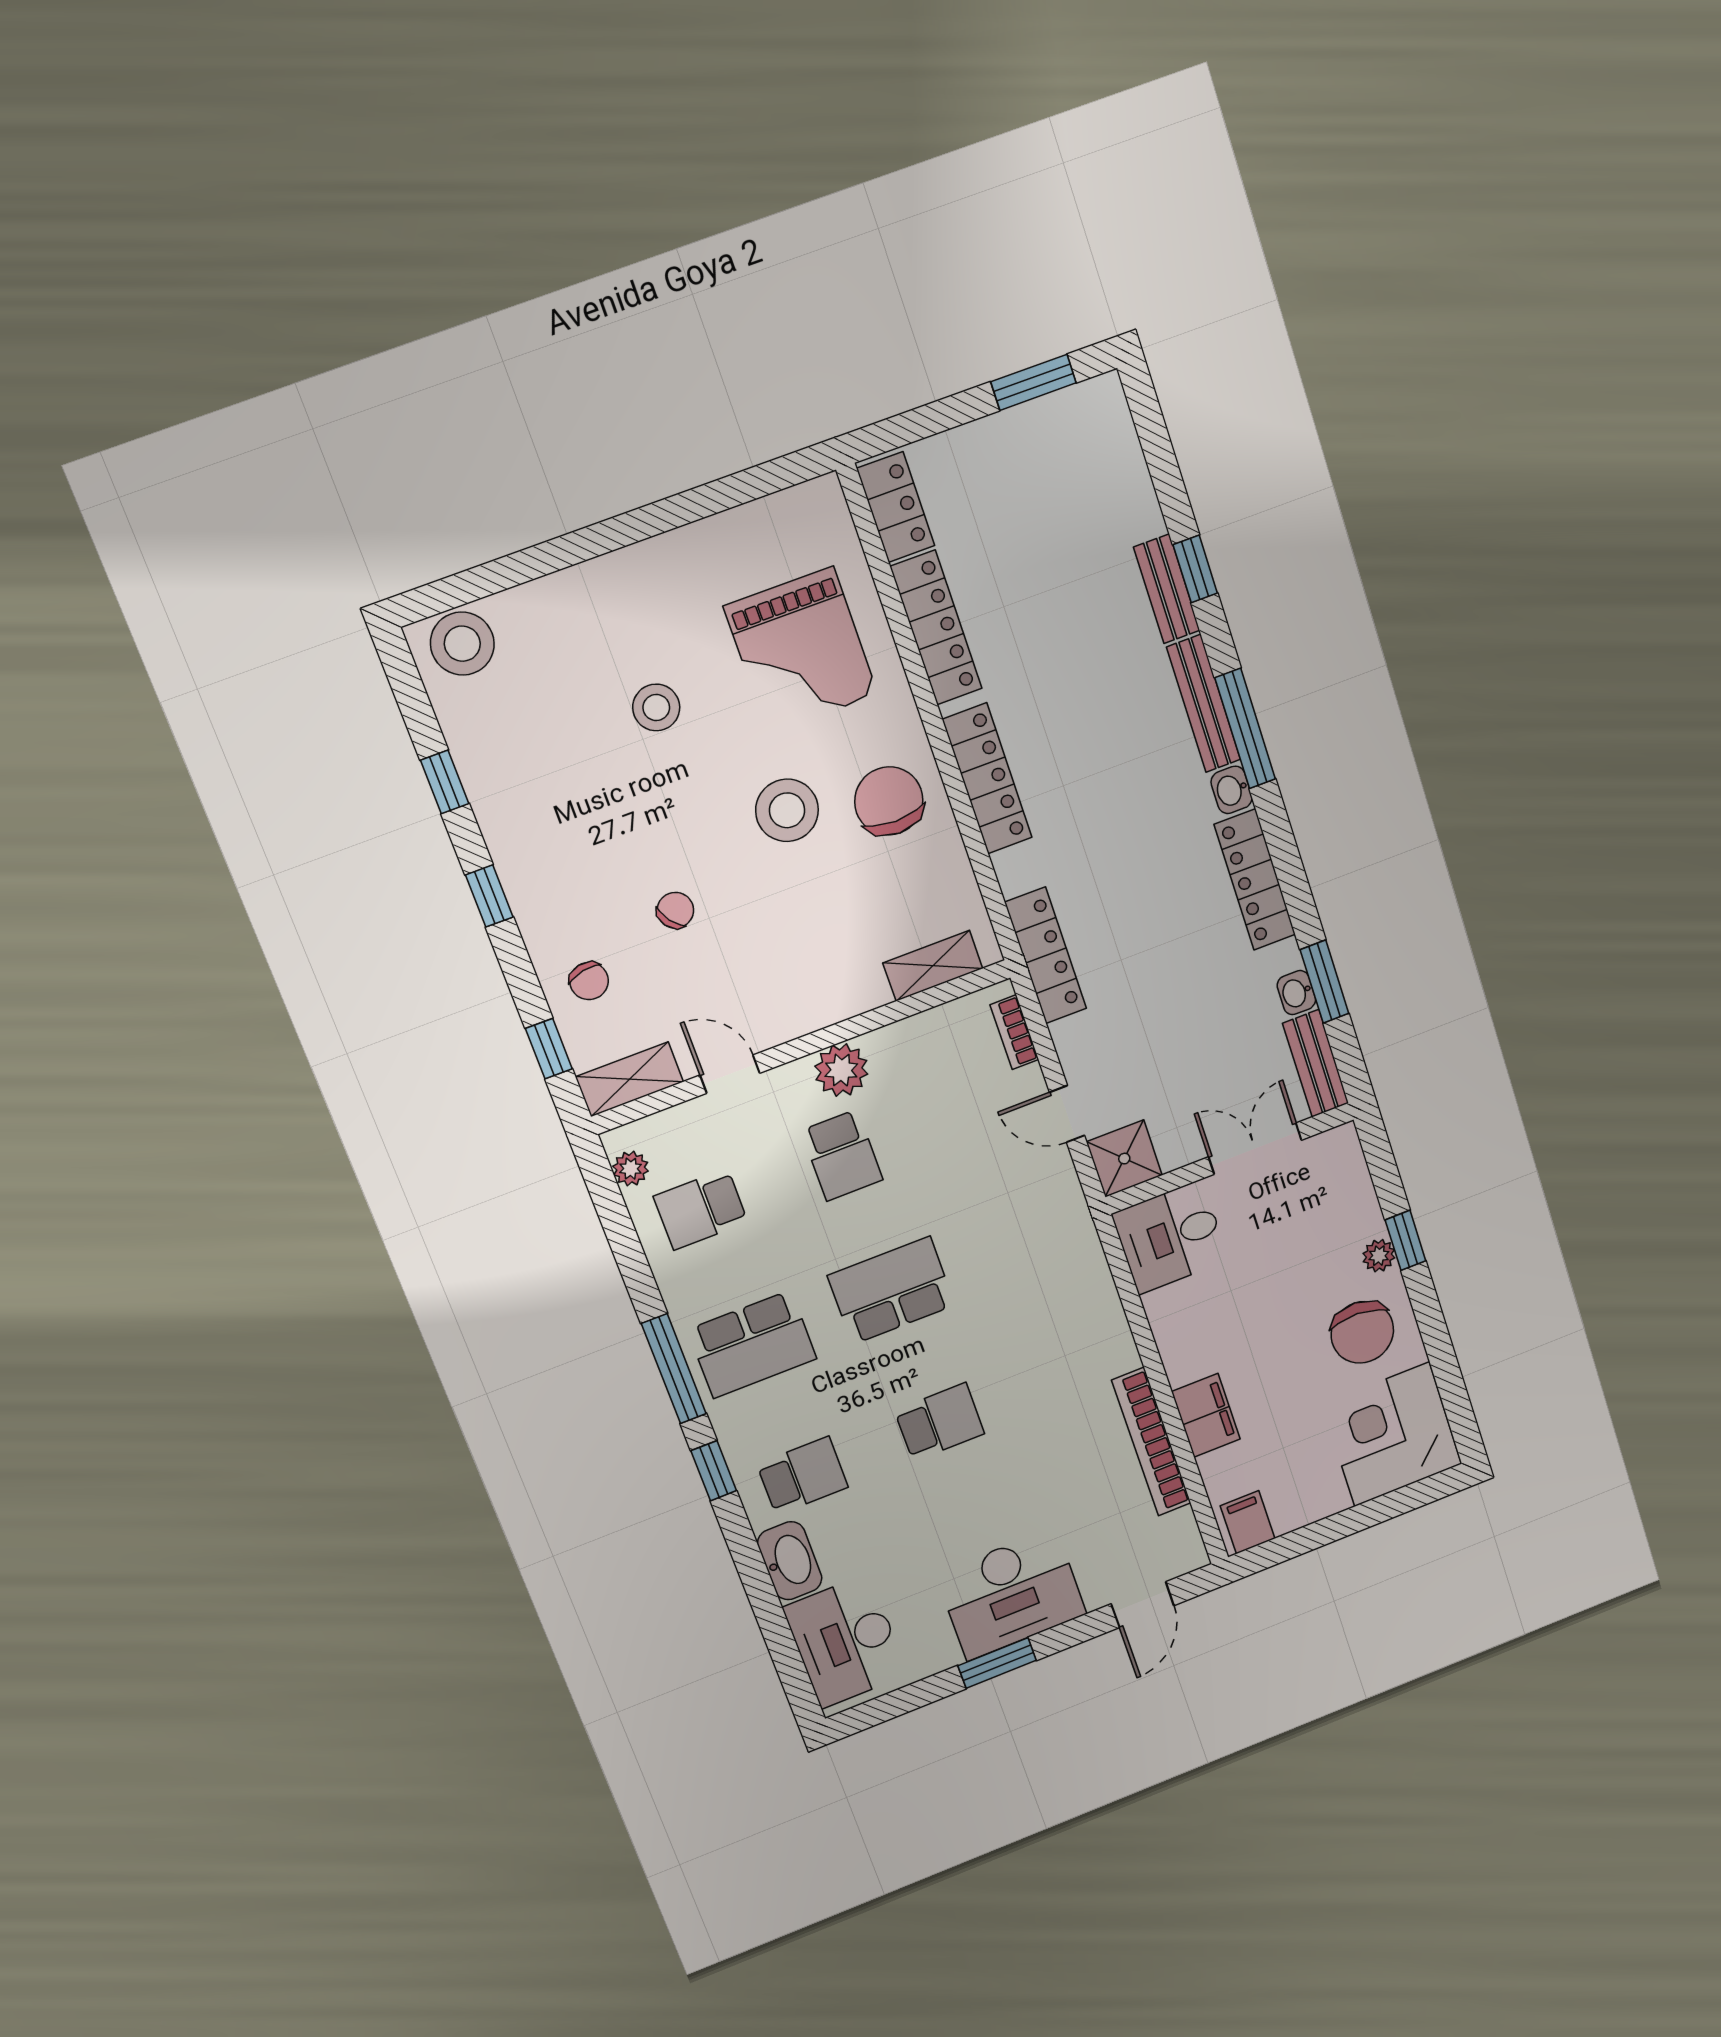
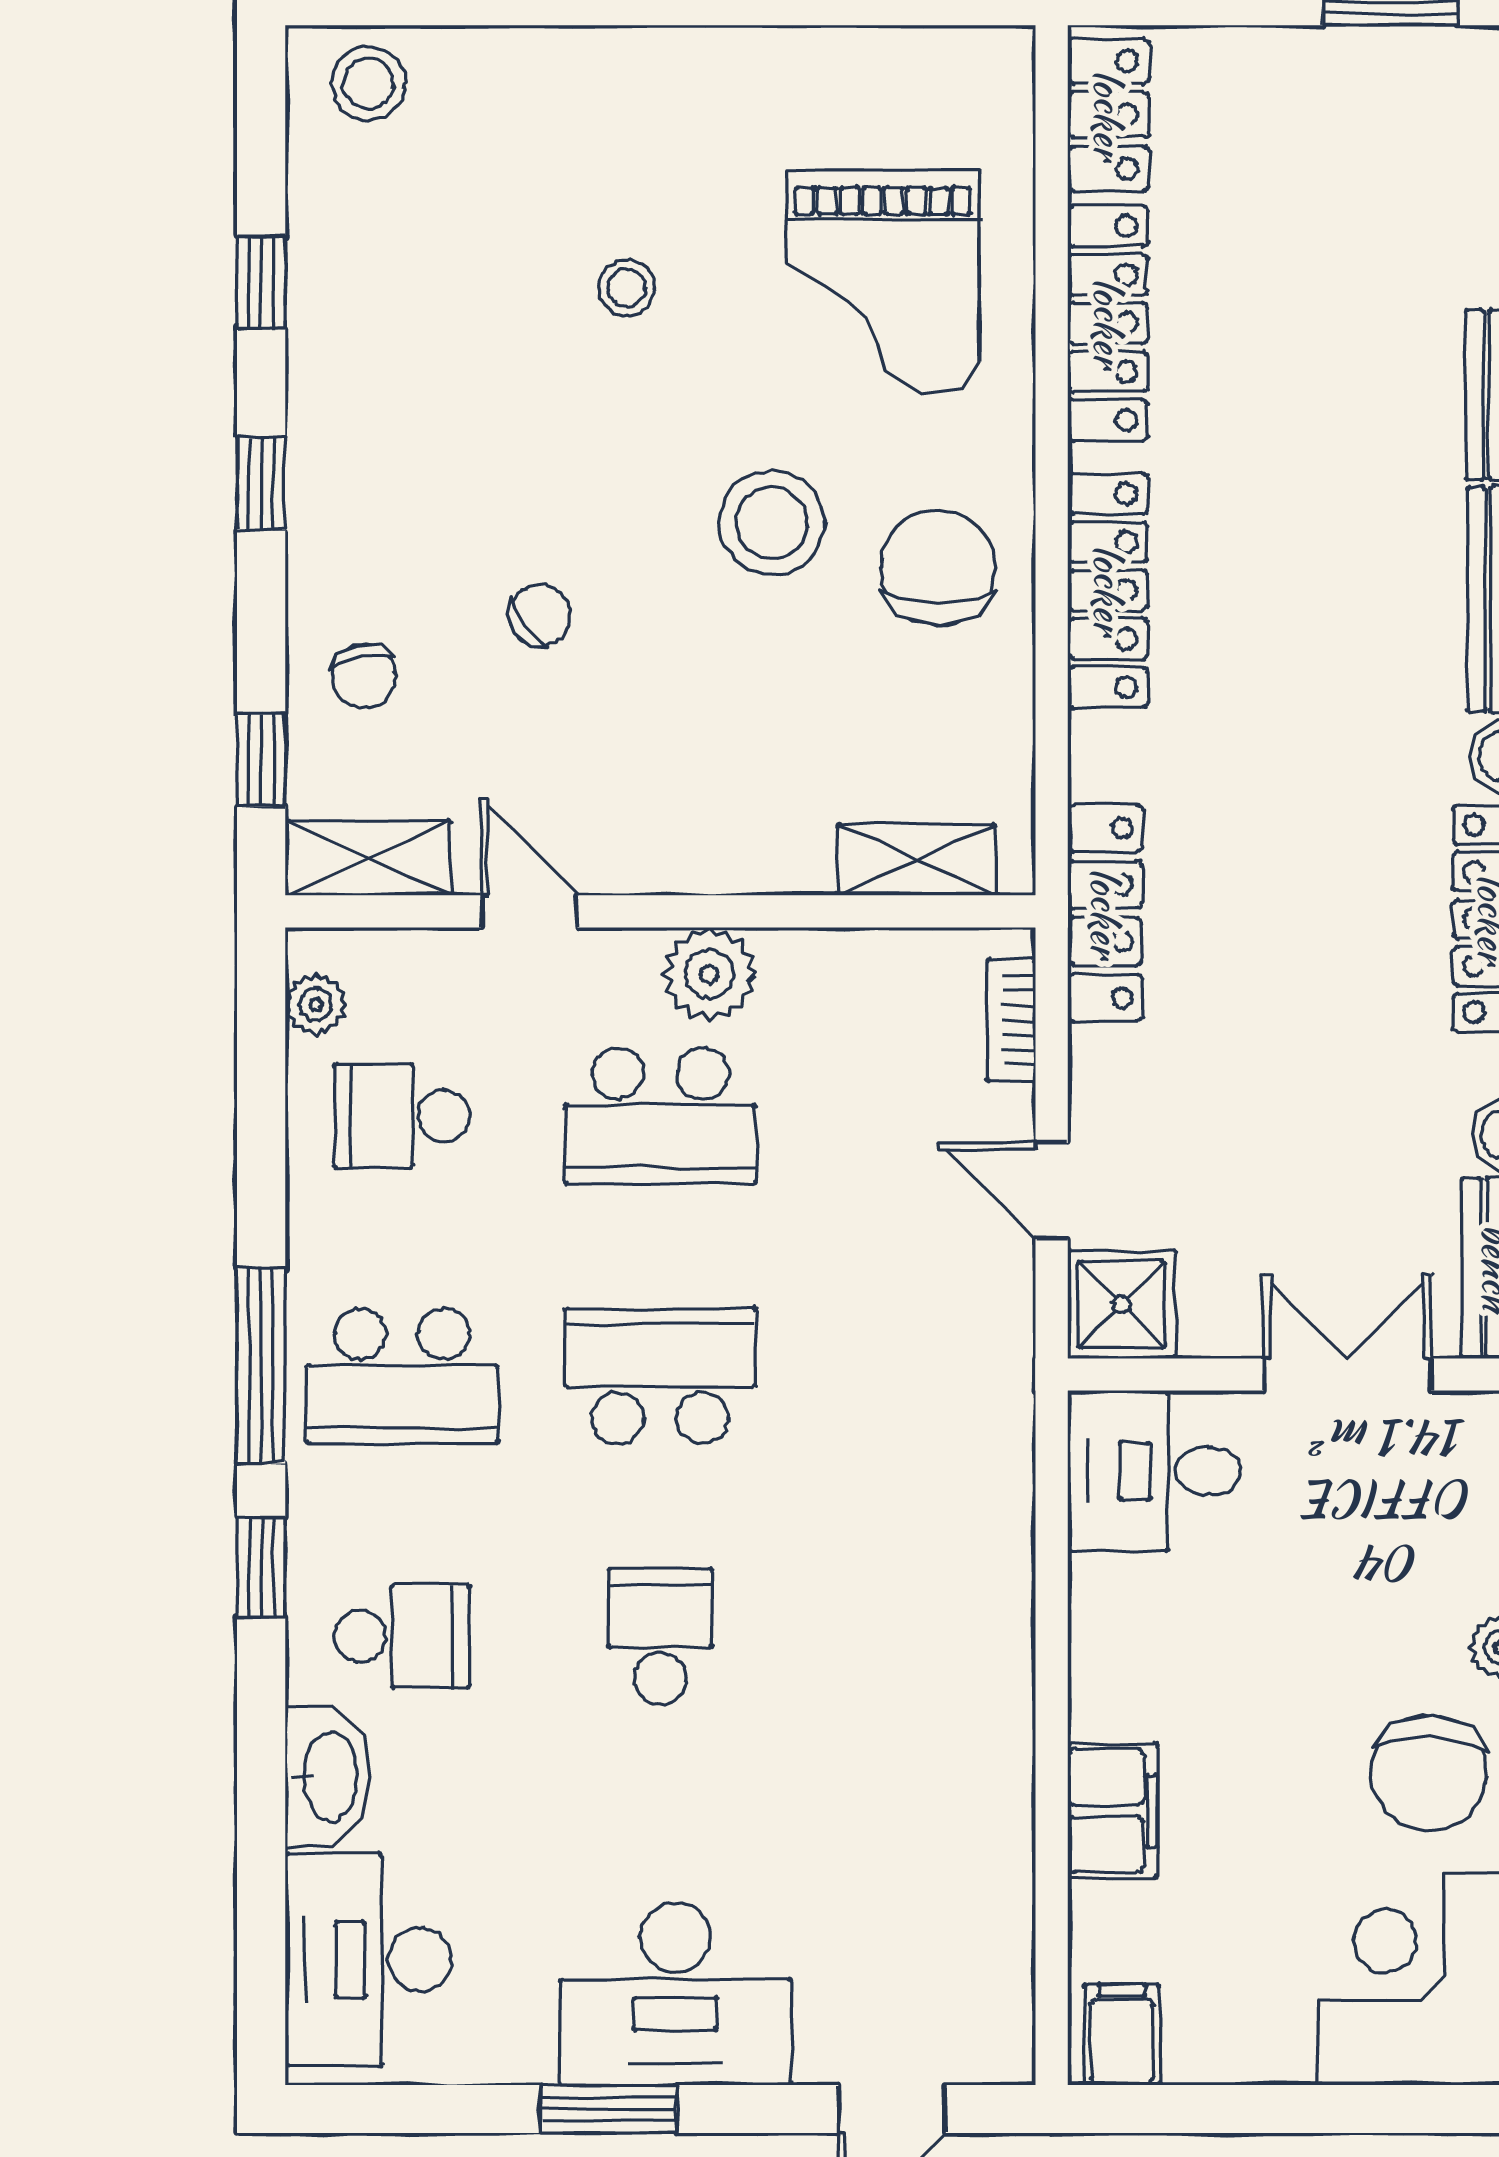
stool: (462, 644) -> (368, 84), width x0.73, depth x0.73
stool: (656, 707) -> (627, 288), width x0.73, depth x0.73
school desk: (842, 1155) -> (660, 1116), width x1.85
school desk: (940, 1422) -> (660, 1636), turned -90
bookcase: (1151, 1442) -> (1004, 1820), removed

